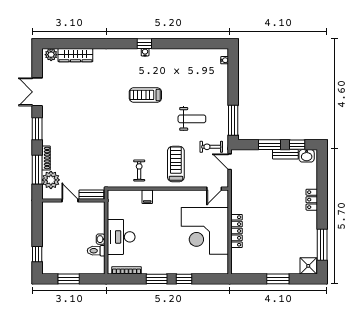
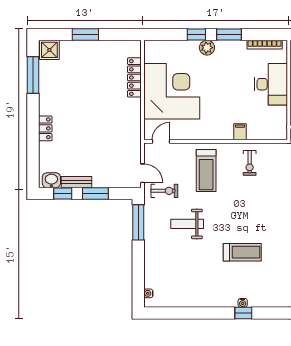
locker: (236, 231) -> (134, 77), moved
plant: (175, 268) -> (207, 48), added

